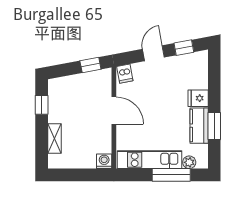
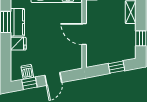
window: (90, 65) -> (117, 67), moved
dishwasher: (125, 74) -> (27, 72), moved

